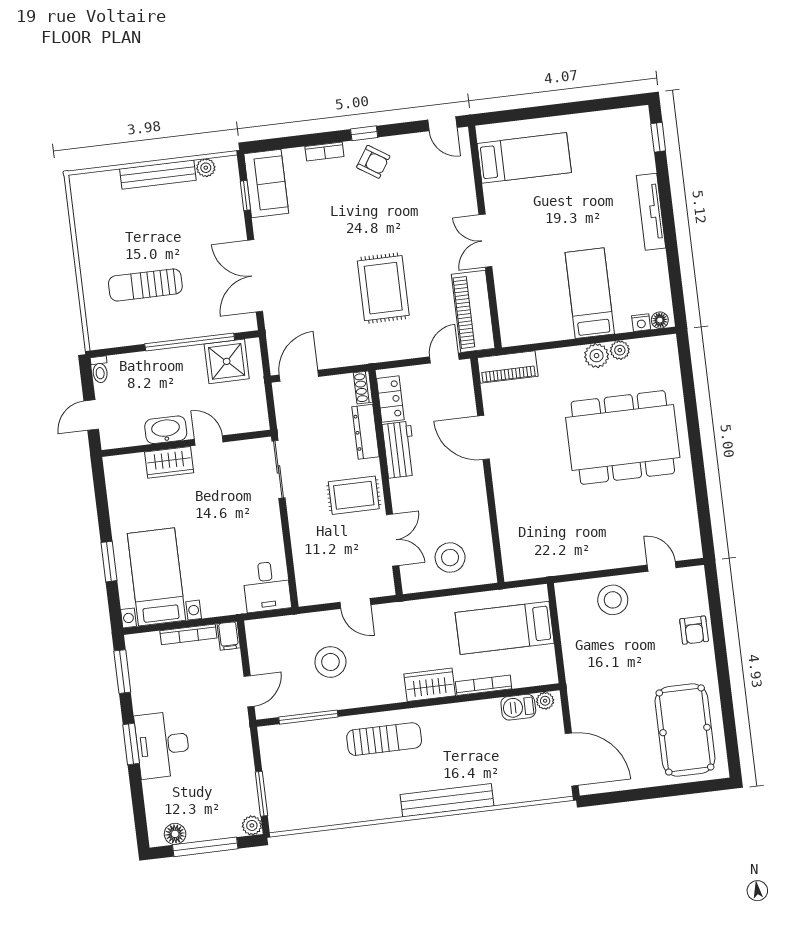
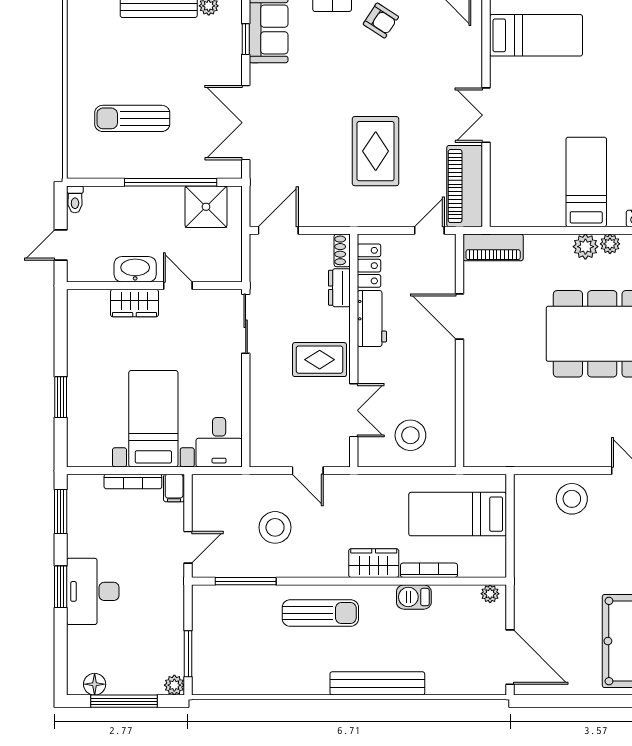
dresser: (366, 432) -> (339, 288), width x0.70
bed with nightstands: (157, 577) -> (153, 419), moved
barbecue: (518, 707) -> (414, 597), moved

